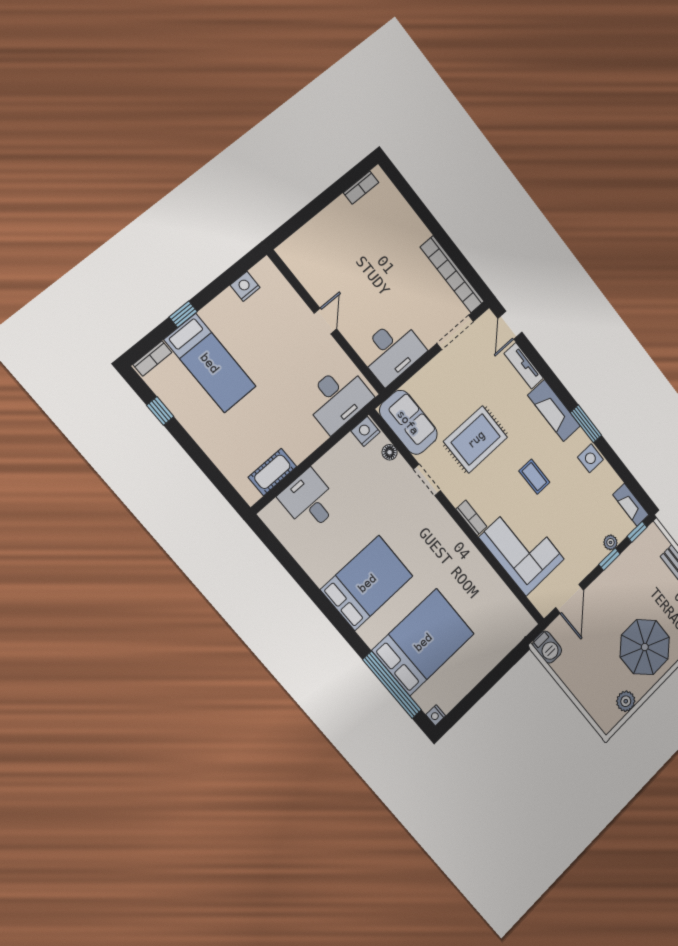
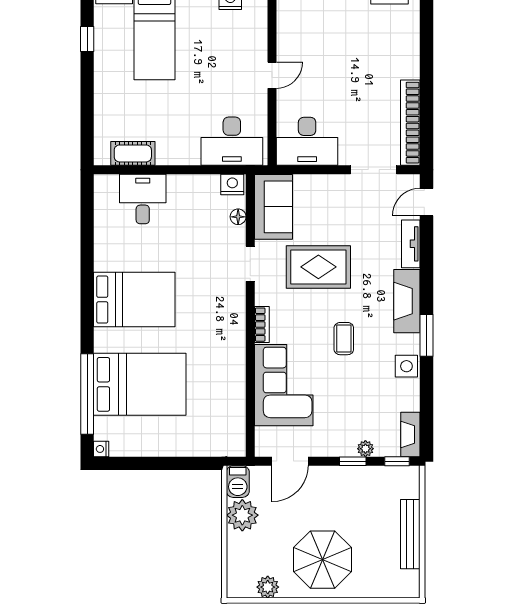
plant: (569, 668) -> (242, 515), added

